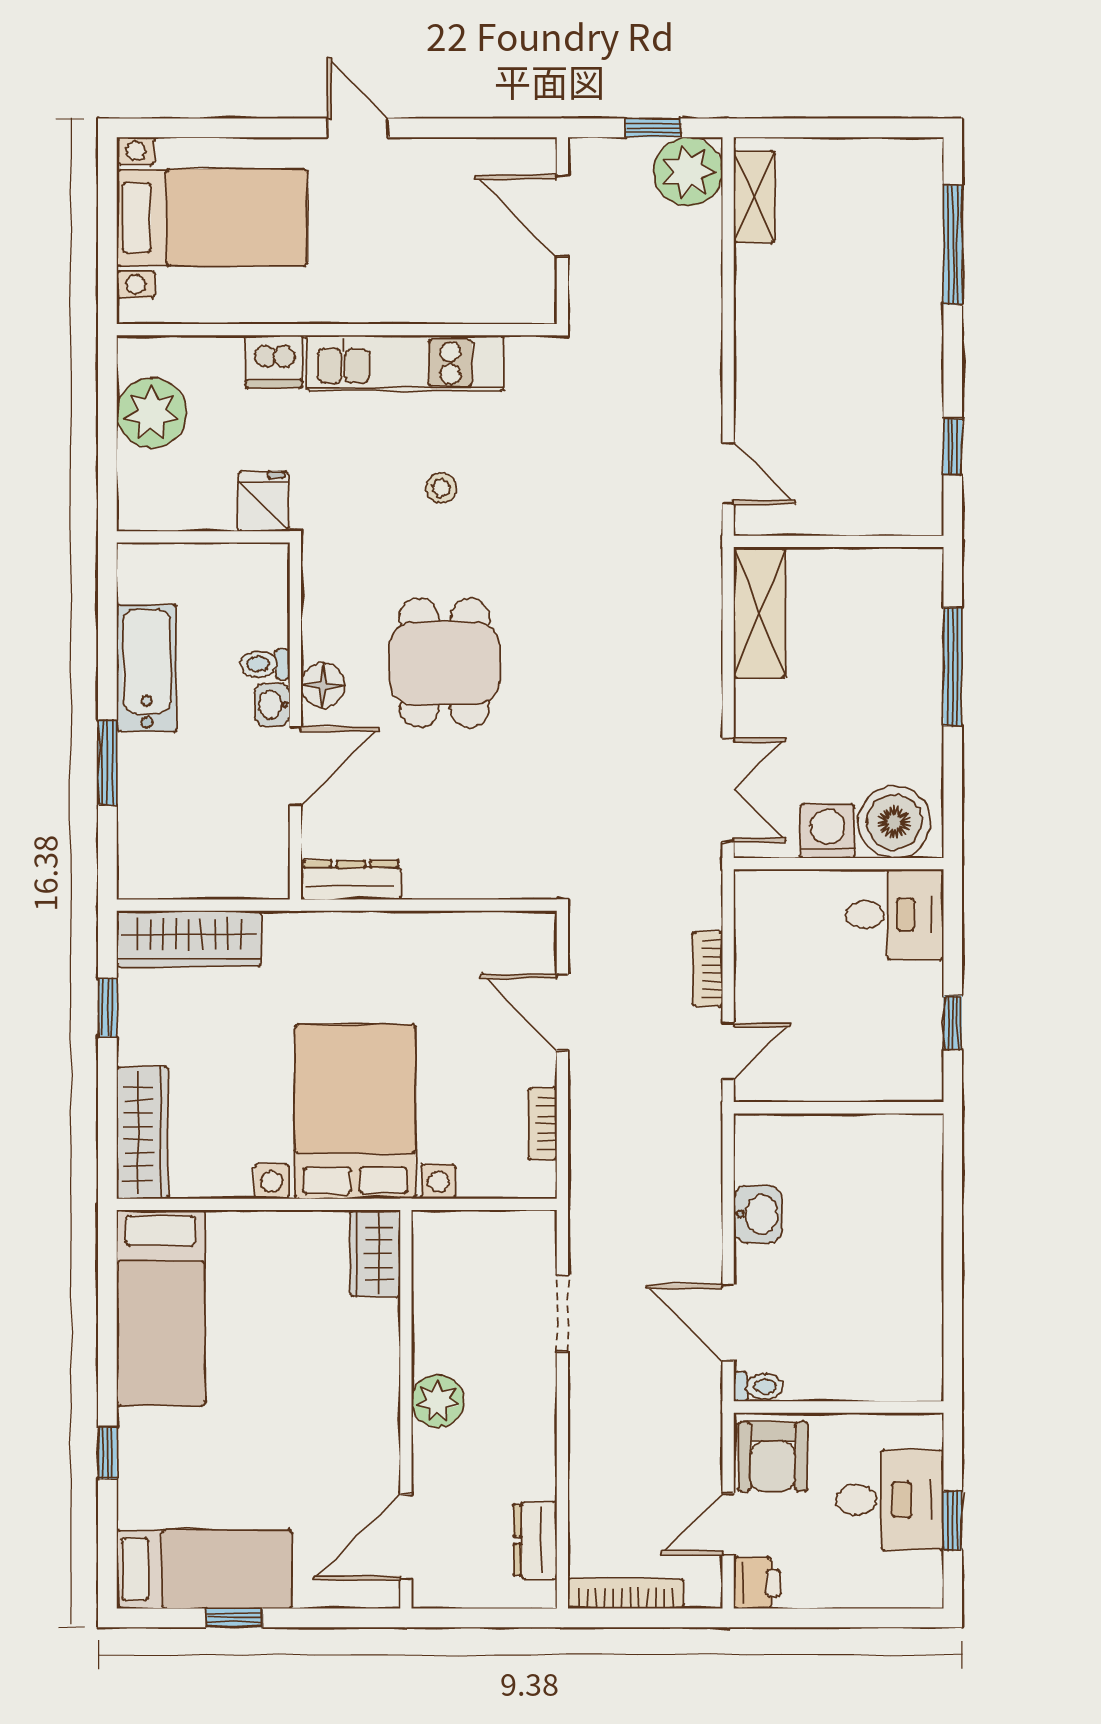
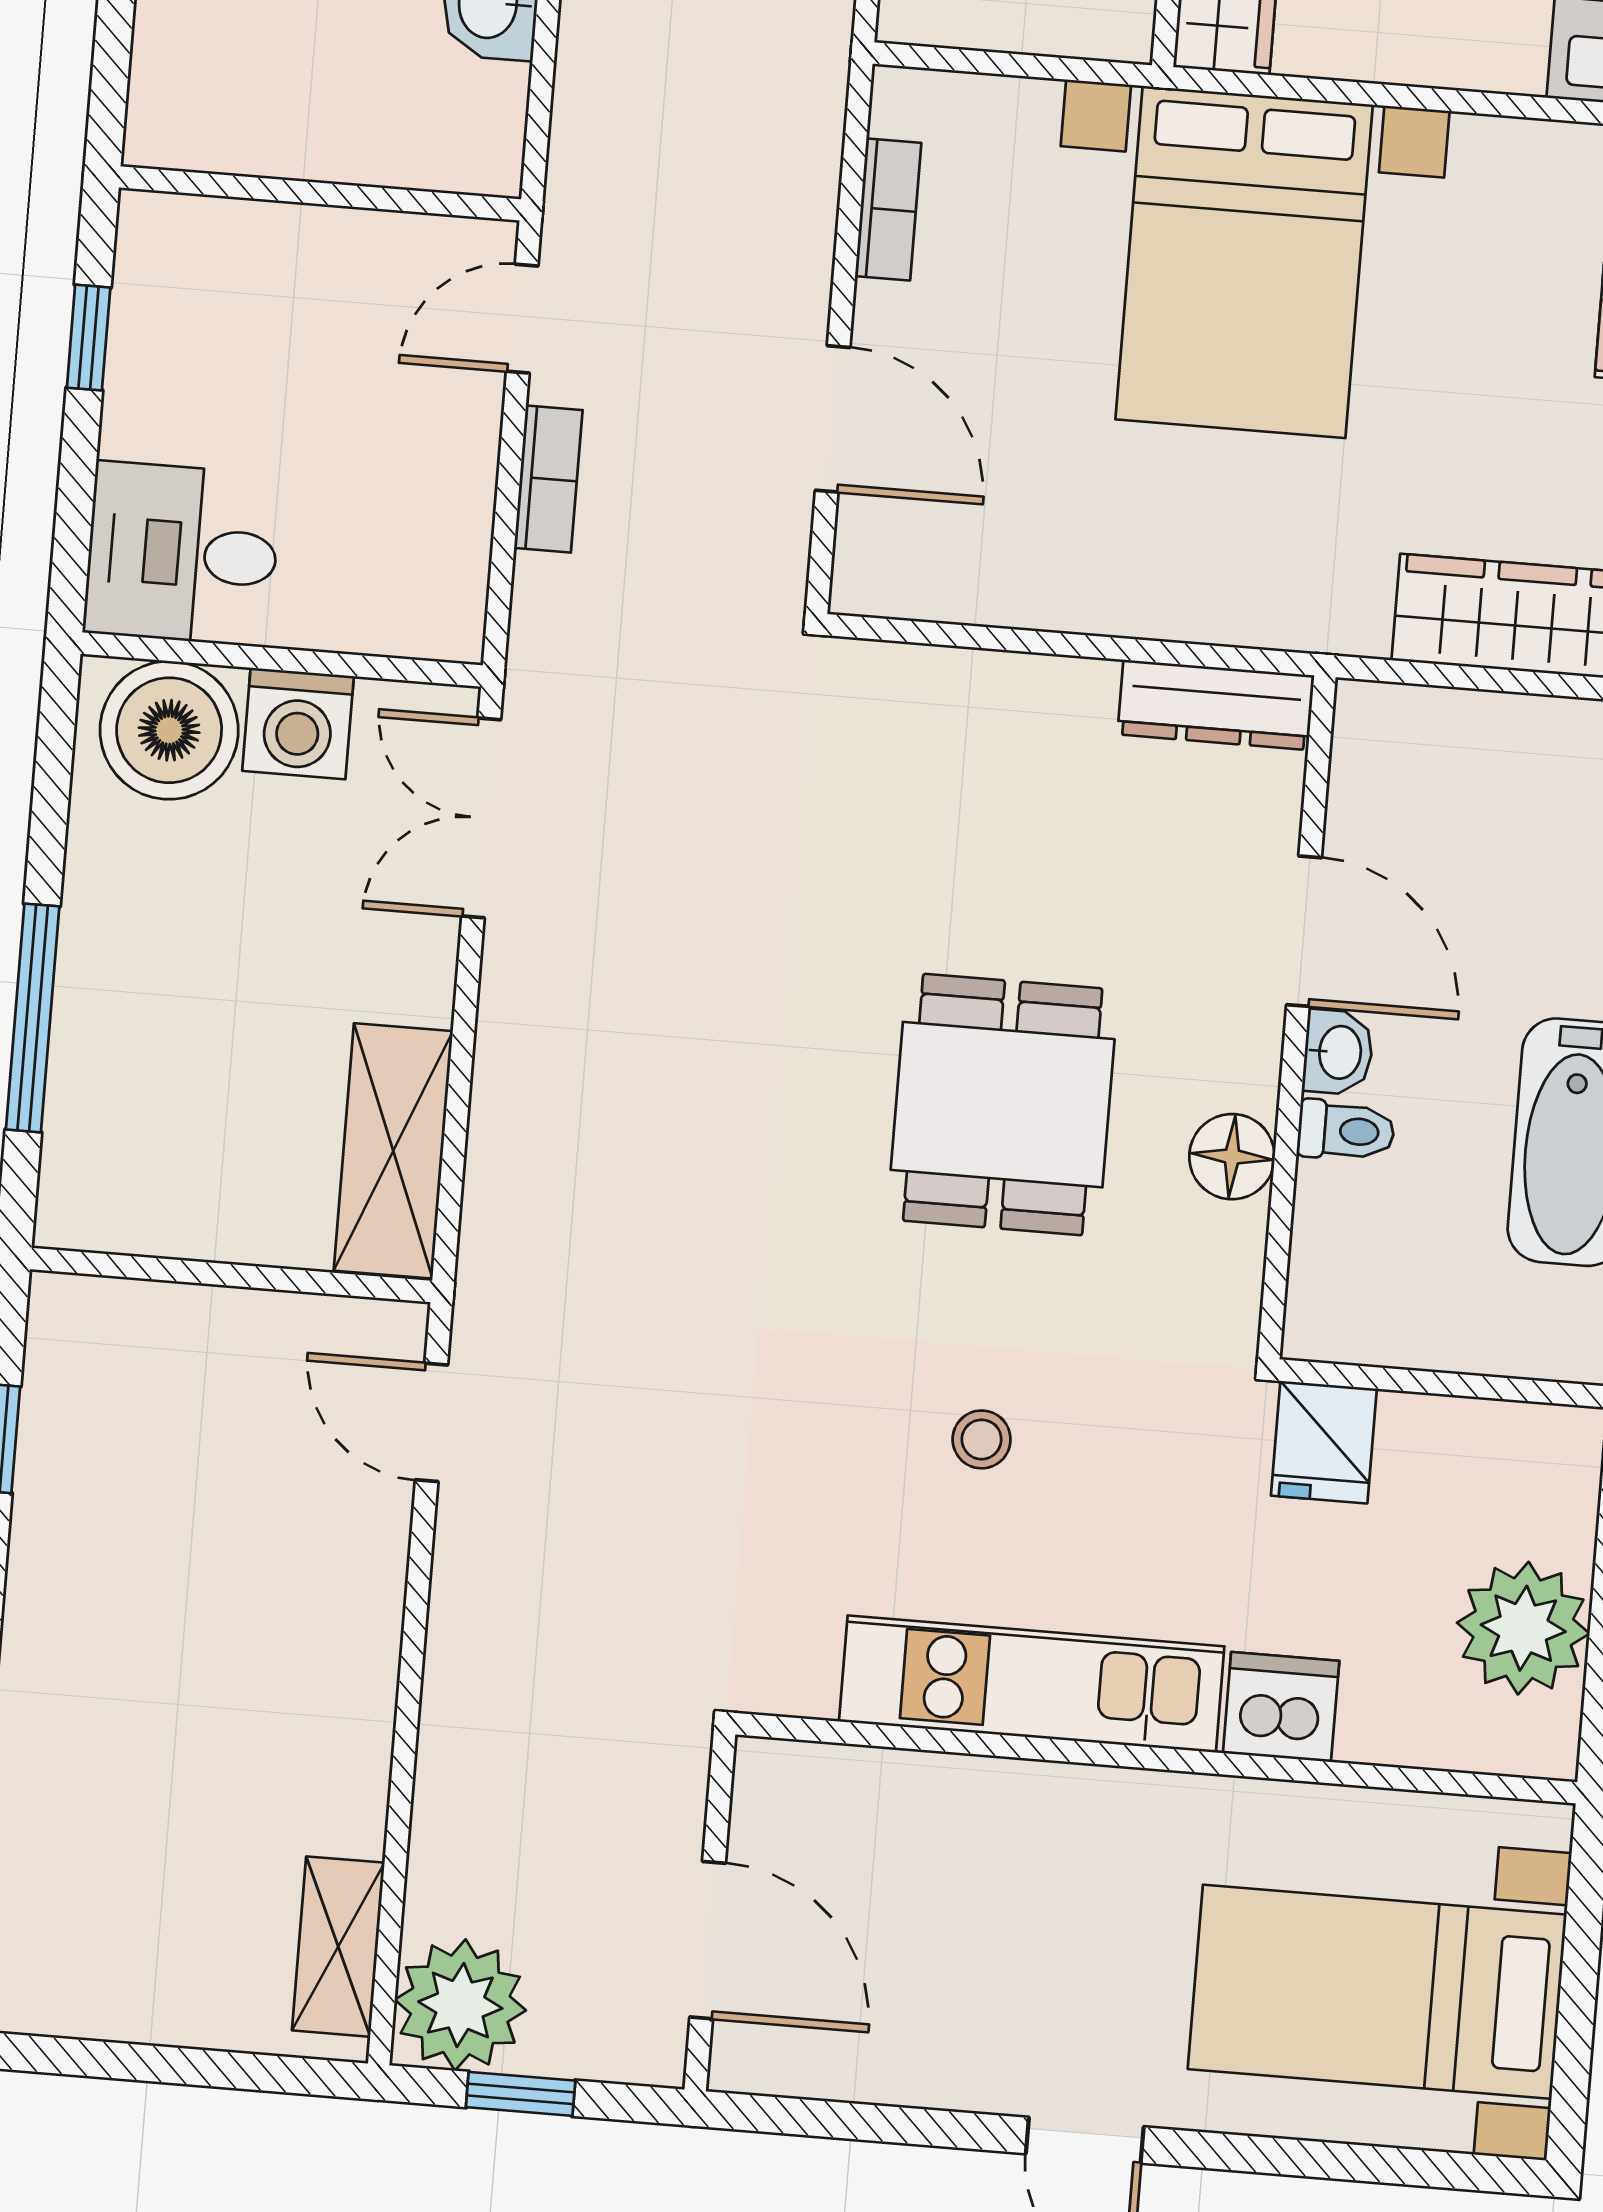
floor lamp: (323, 685) -> (1232, 1157), moved
door: (295, 766) -> (1304, 931), swing flipped

